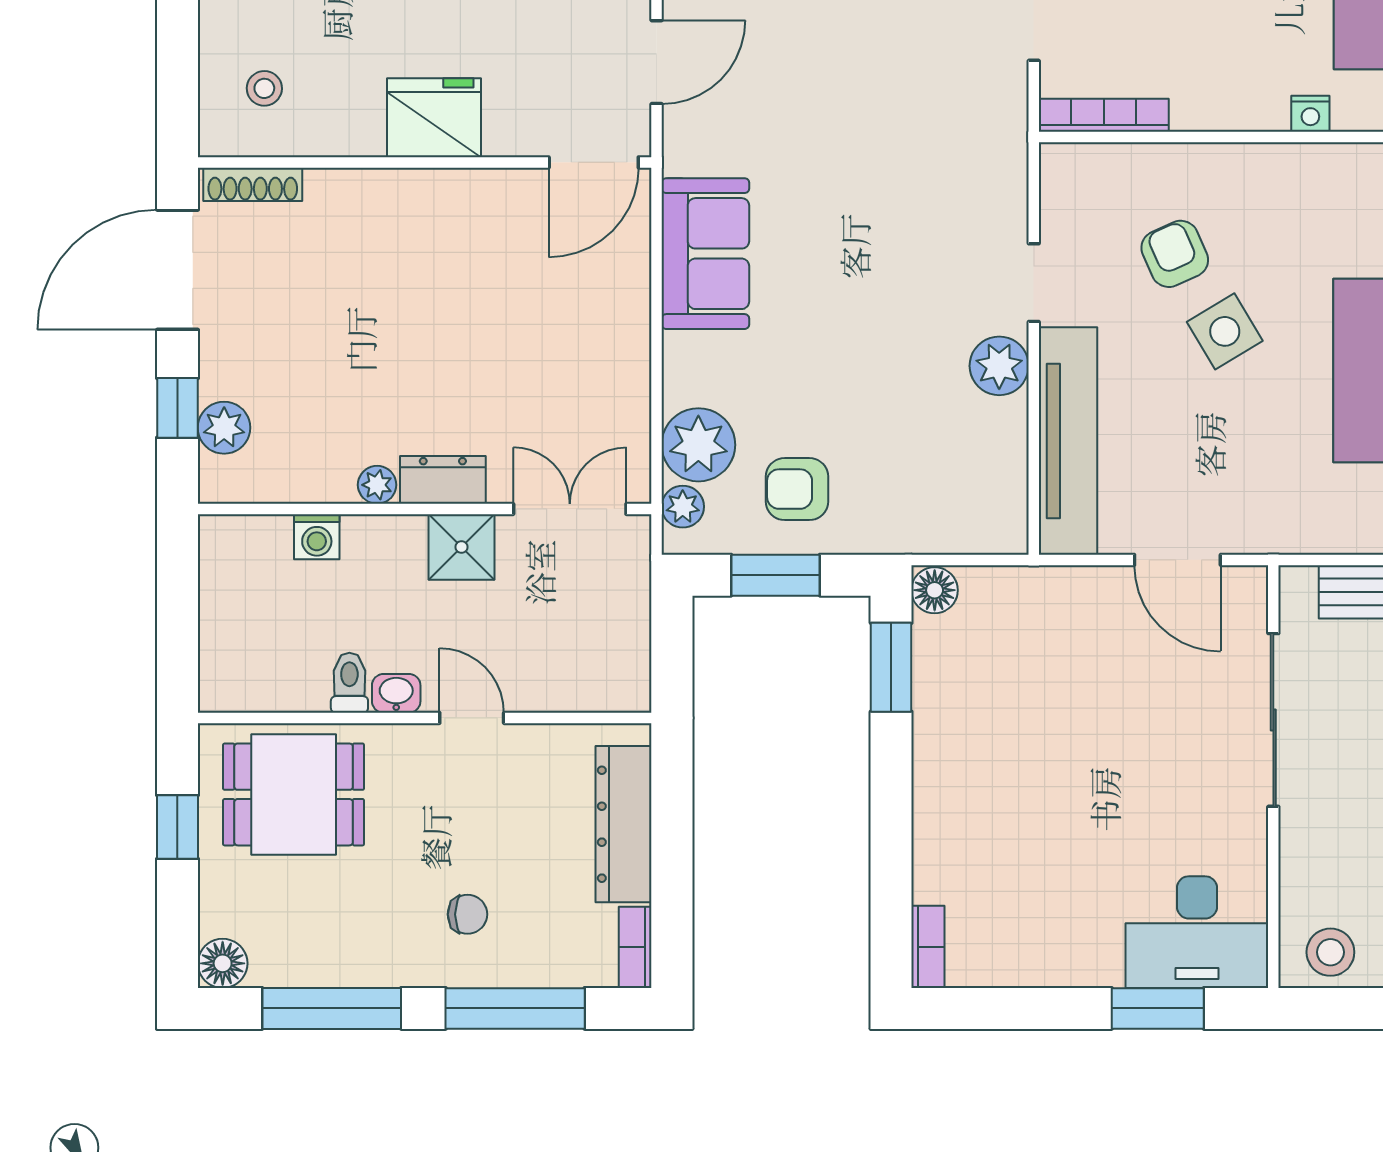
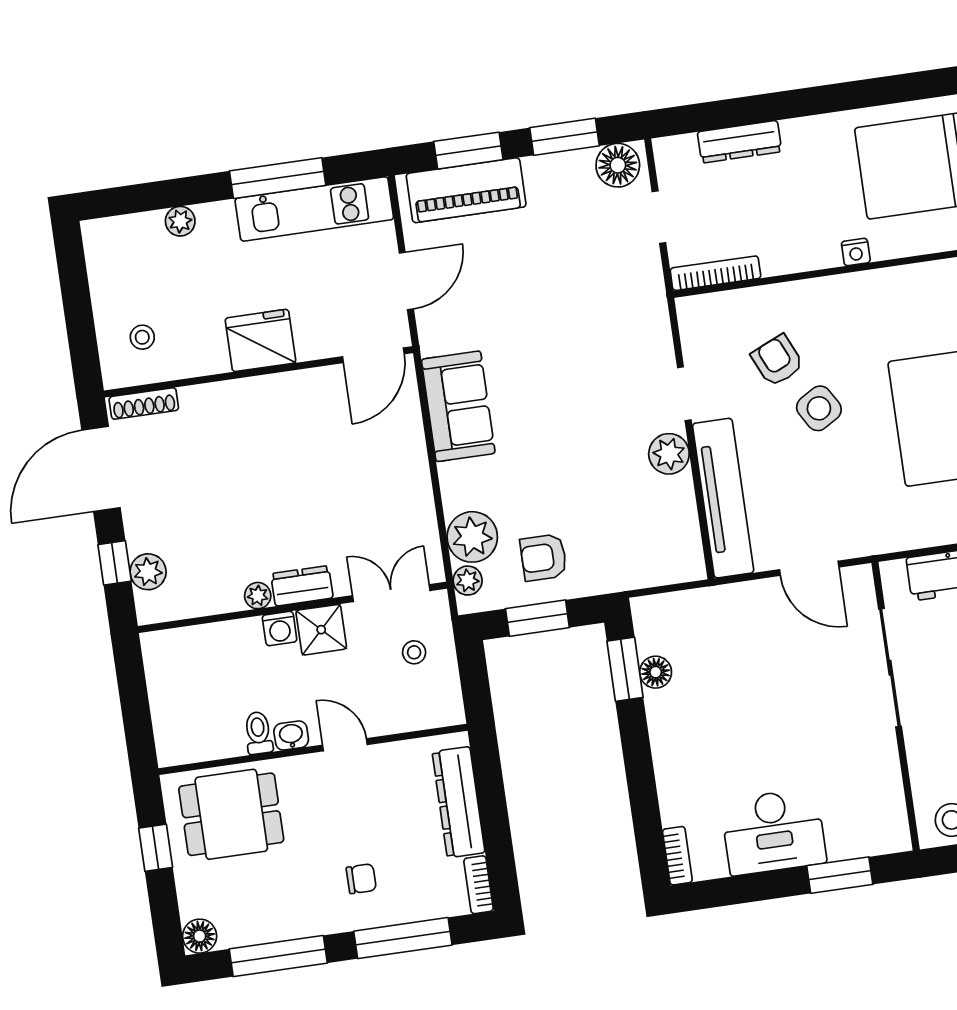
washing machine: (317, 537) -> (280, 629), moved
floor lamp: (935, 590) -> (656, 672), moved
stool: (591, 599) -> (414, 652), added
desk: (1197, 932) -> (773, 832), moved

